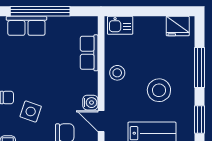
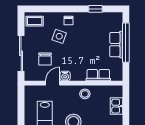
kitchen sink: (120, 25) -> (117, 106), moved
row of seats: (26, 26) -> (116, 45), moved

